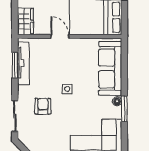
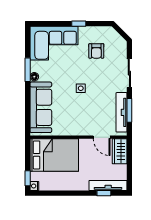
door: (60, 36) -> (102, 137), moved
armchair: (43, 106) -> (96, 51), moved
sliding door: (15, 116) -> (129, 73), moved

